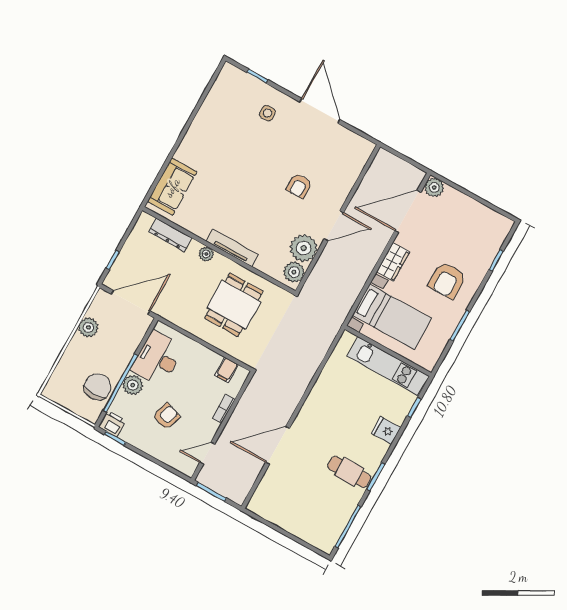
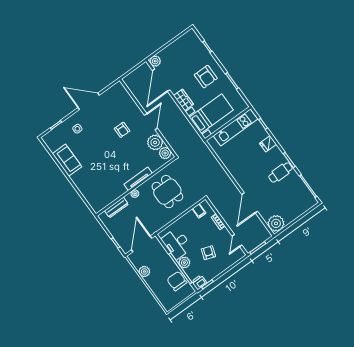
sofa: (172, 187) -> (67, 160), moved
plant: (264, 503) -> (276, 223), added

